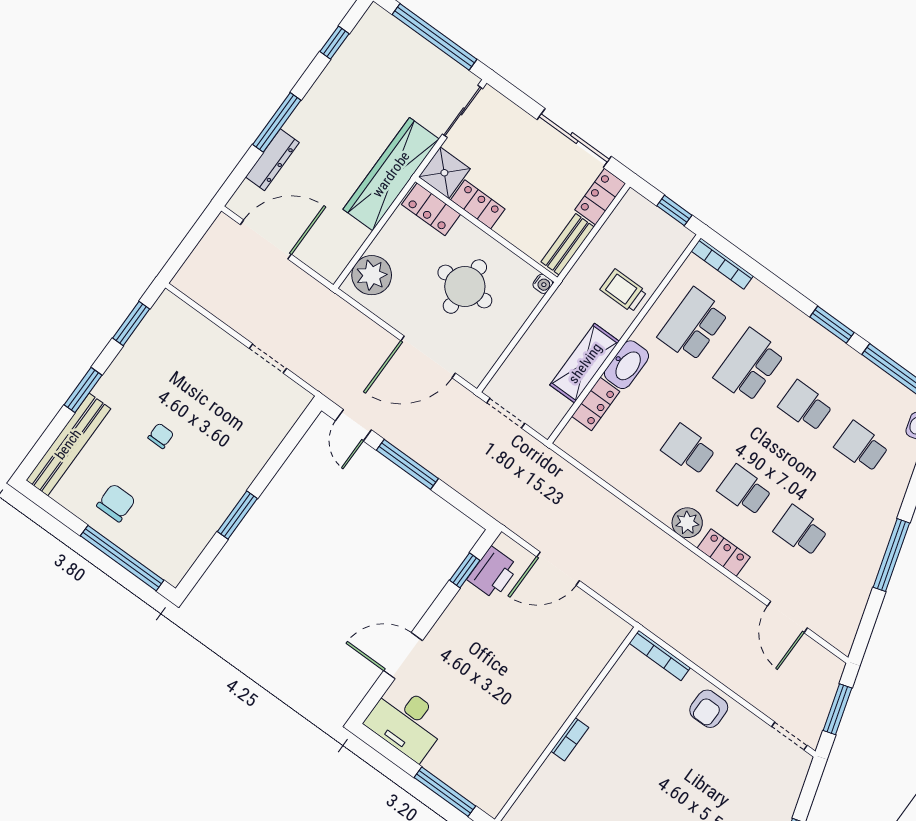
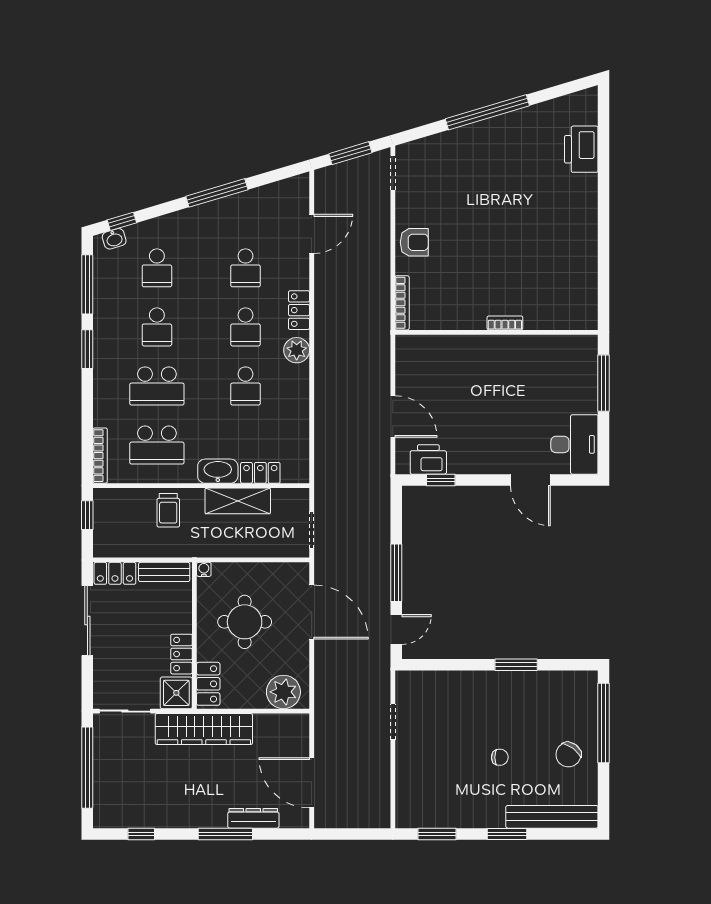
chair: (161, 436) -> (500, 757), turned 180
chair: (116, 503) -> (568, 755), turned -54

